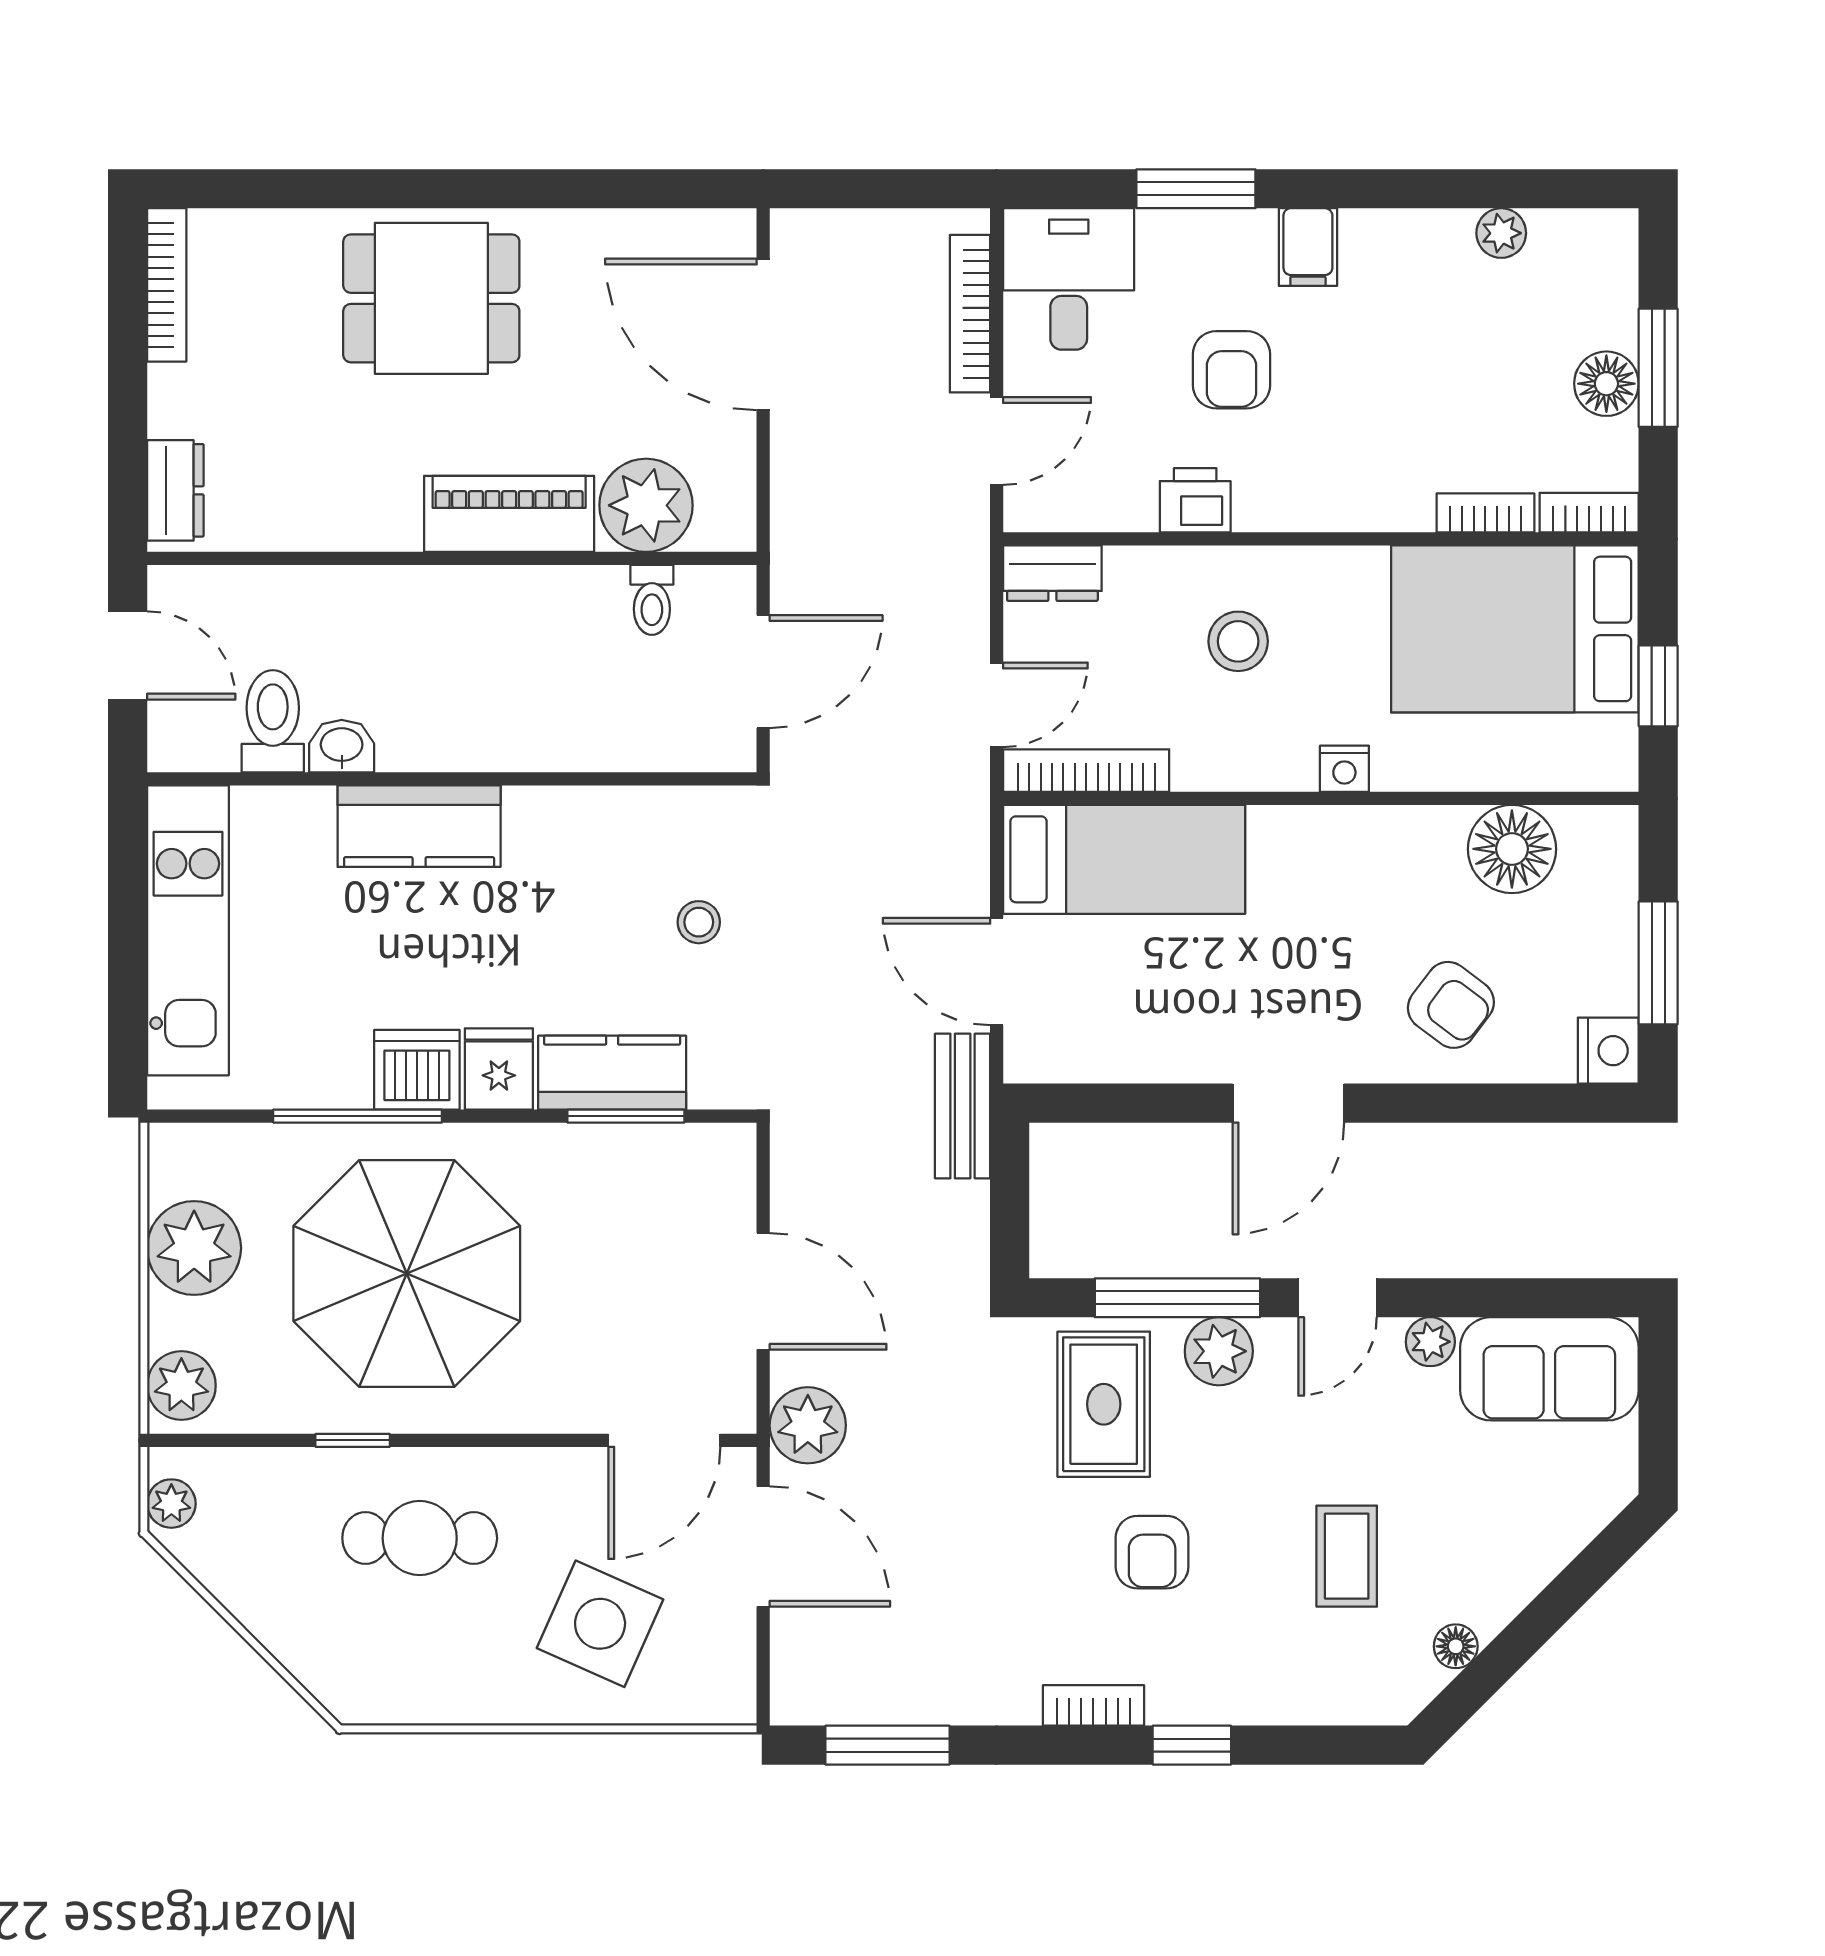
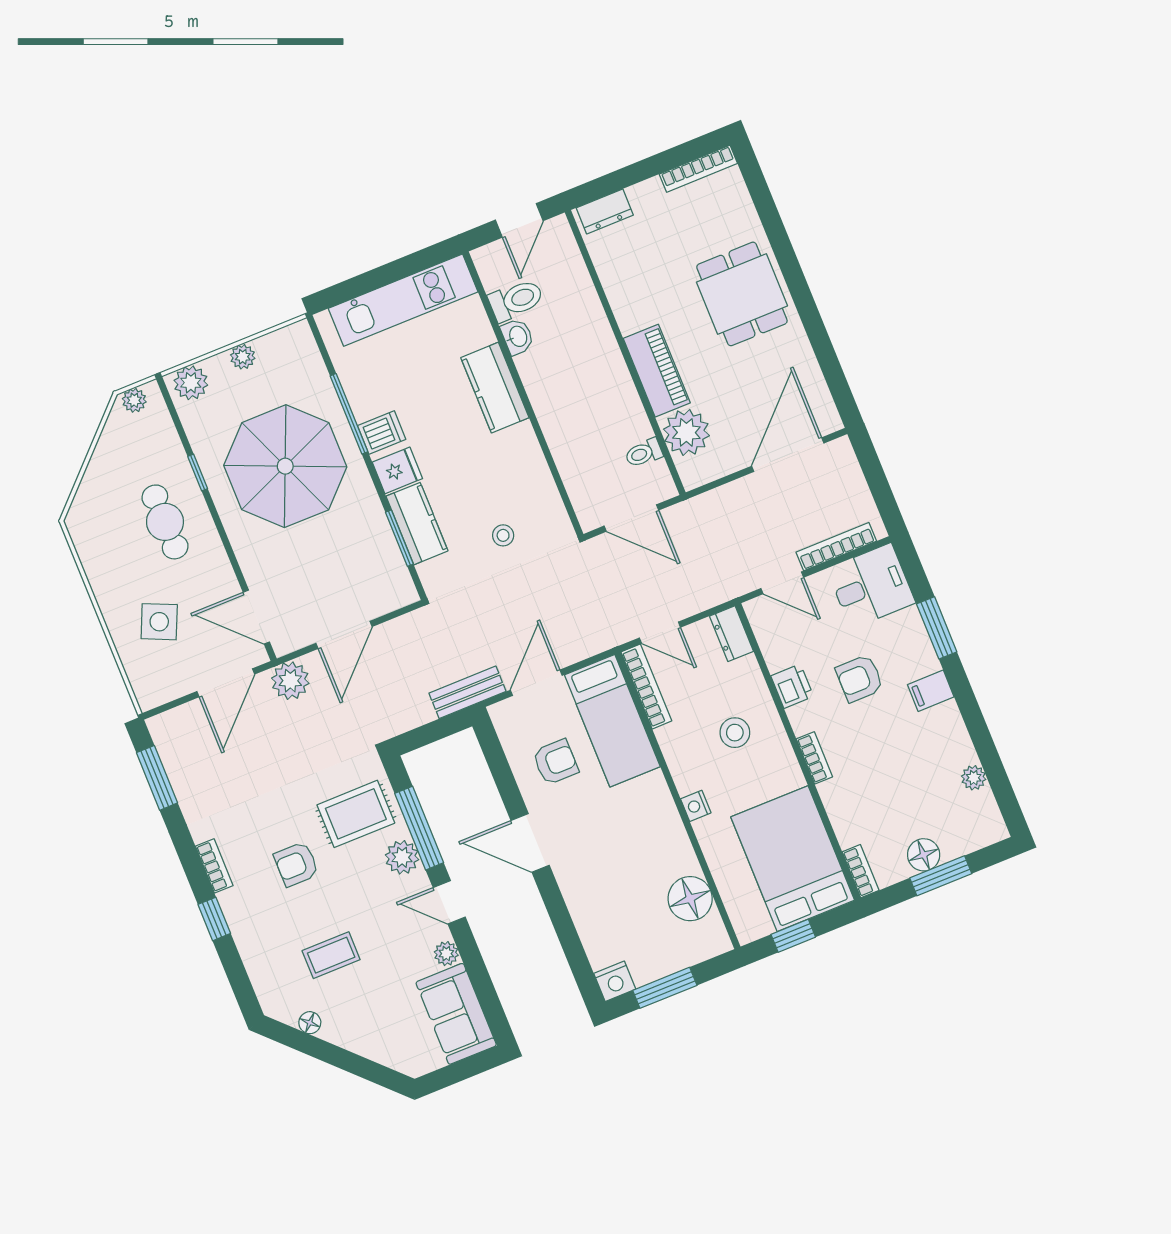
bookcase: (1485, 513) -> (814, 758), moved
armchair: (1451, 1005) -> (555, 762), moved, turned -127
dishwasher: (417, 1070) -> (382, 432), width x0.73
plant: (194, 1248) -> (243, 357), width x0.53, depth x0.53
side table: (600, 1624) -> (159, 622), width x0.73, depth x0.73

